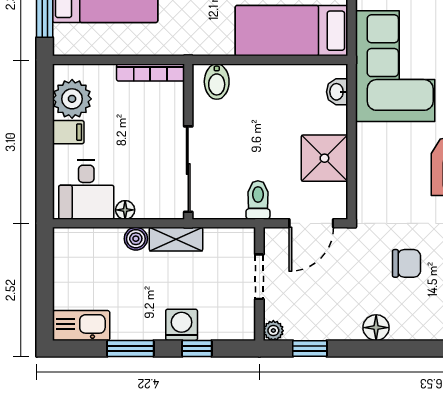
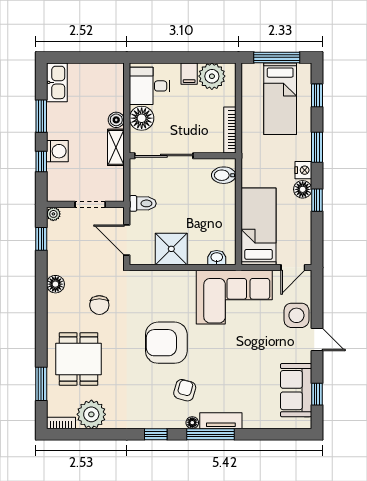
floor lamp: (125, 210) -> (142, 118), width x1.89, depth x1.89

